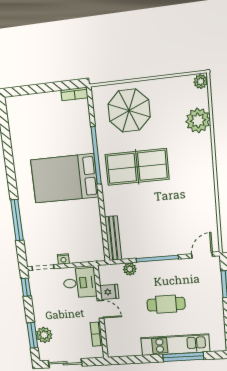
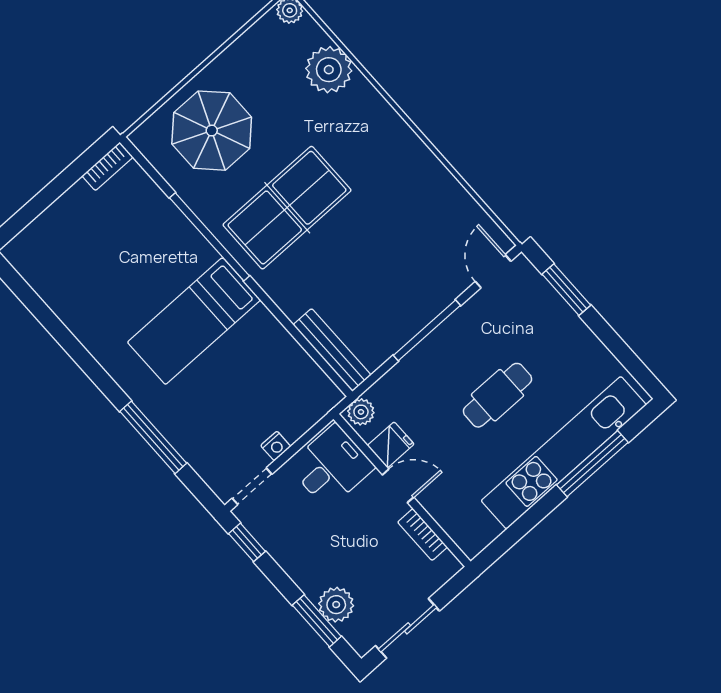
bed: (65, 178) -> (194, 321), width x0.67
plant: (130, 269) -> (361, 412), moved
kitchen unit: (175, 345) -> (564, 453), width x1.36

